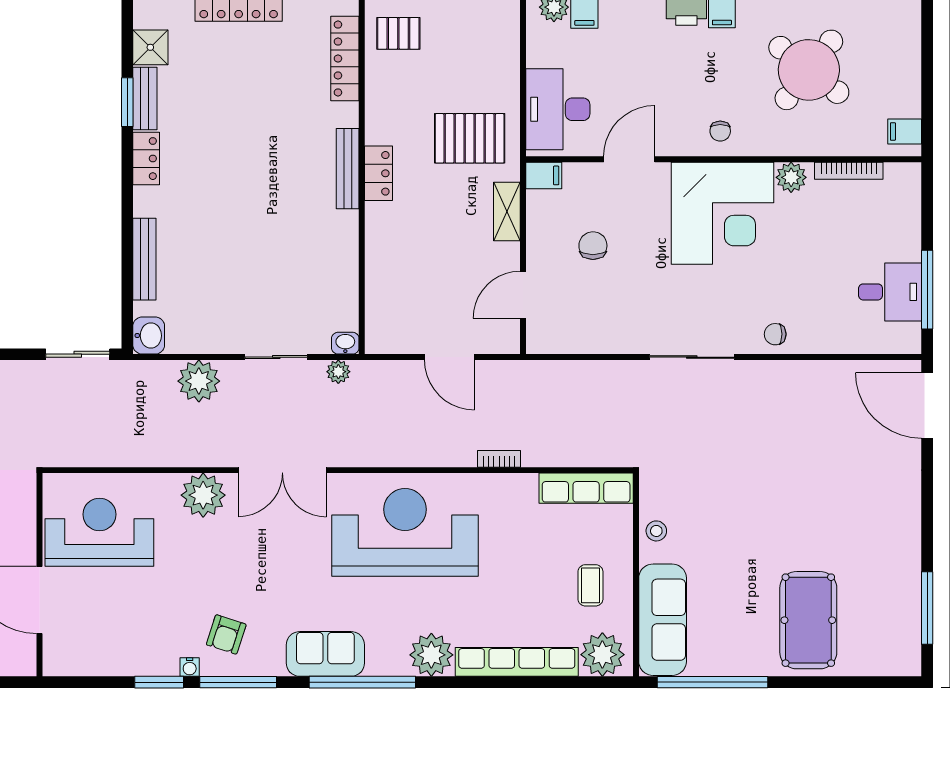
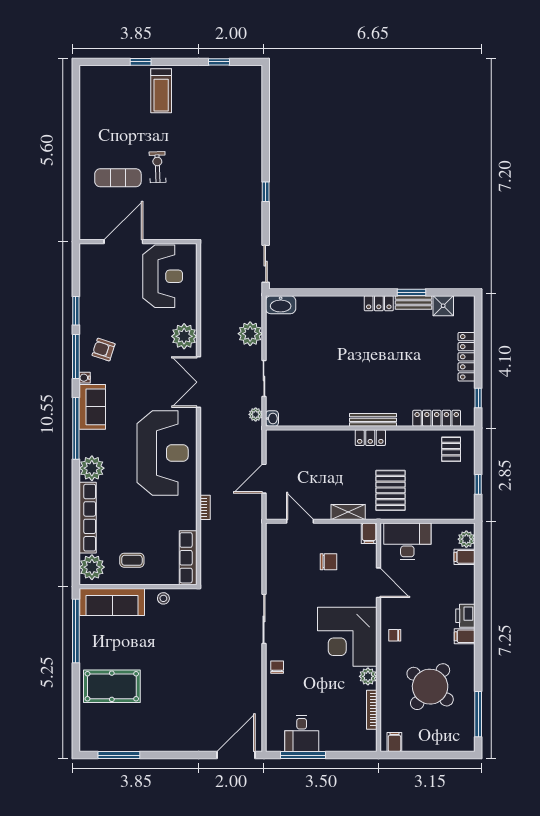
bench: (144, 259) -> (321, 302), removed
washbasin: (149, 336) -> (281, 305), width x1.38
water cooler: (190, 667) -> (85, 378), moved

